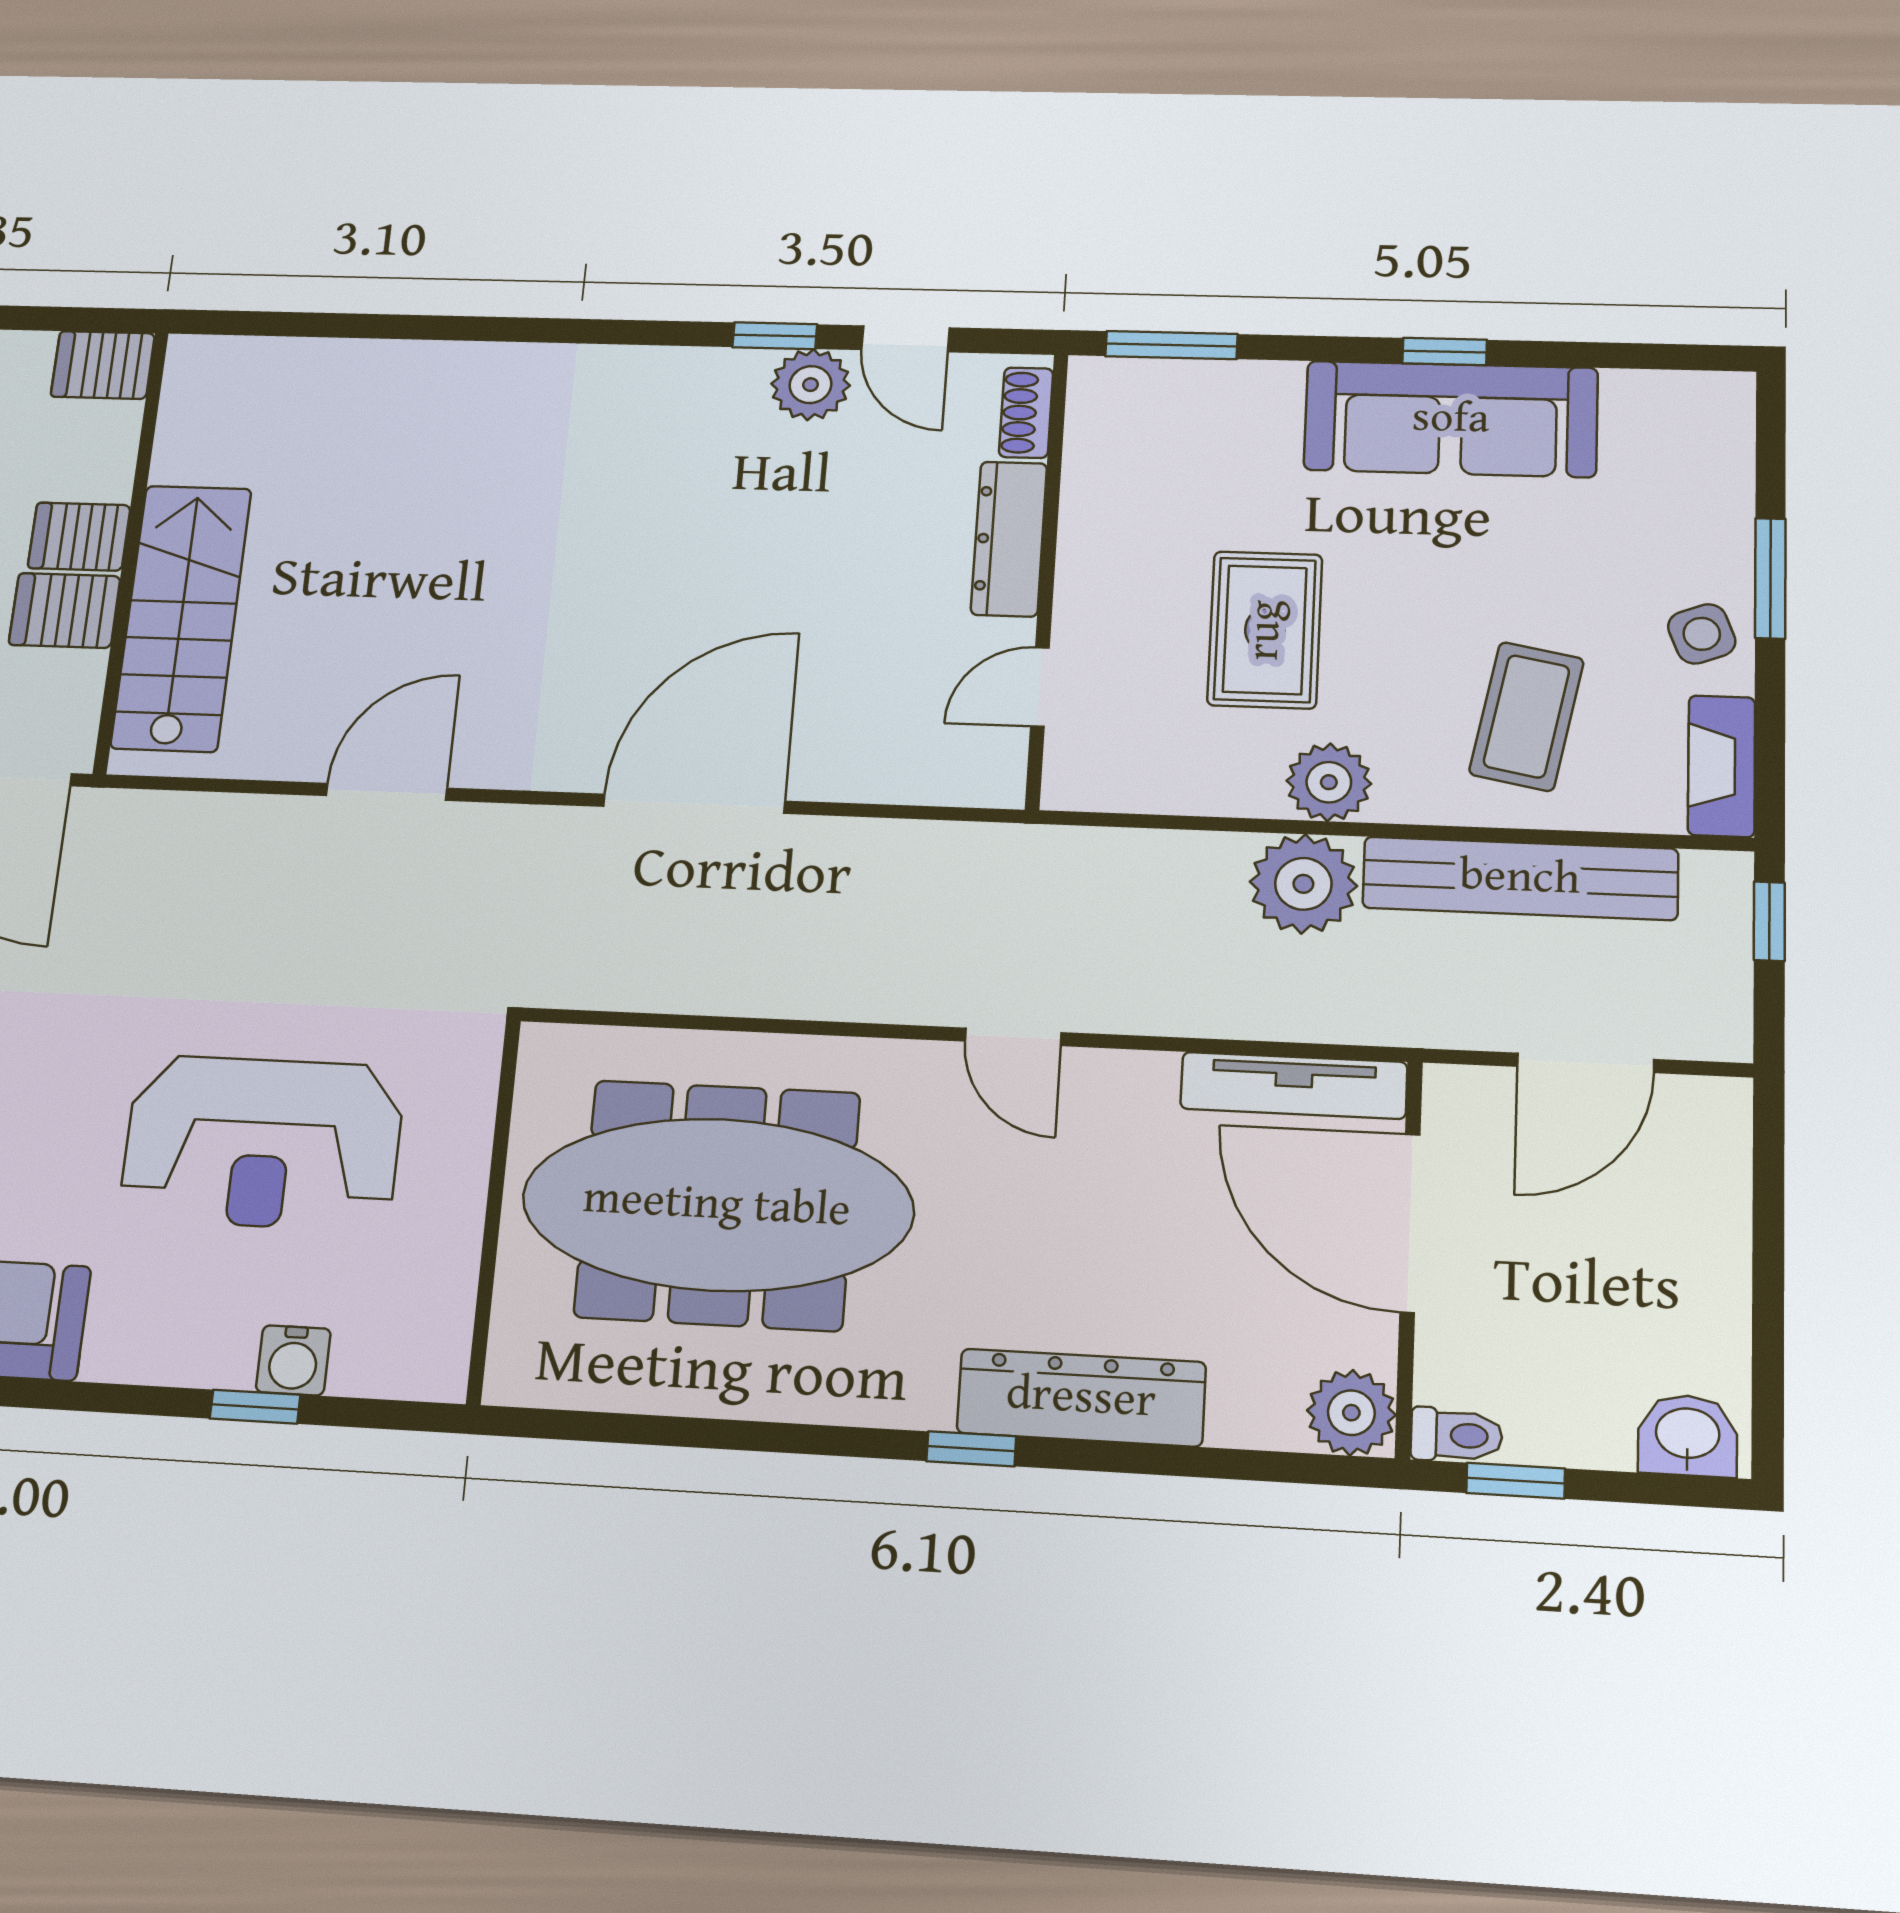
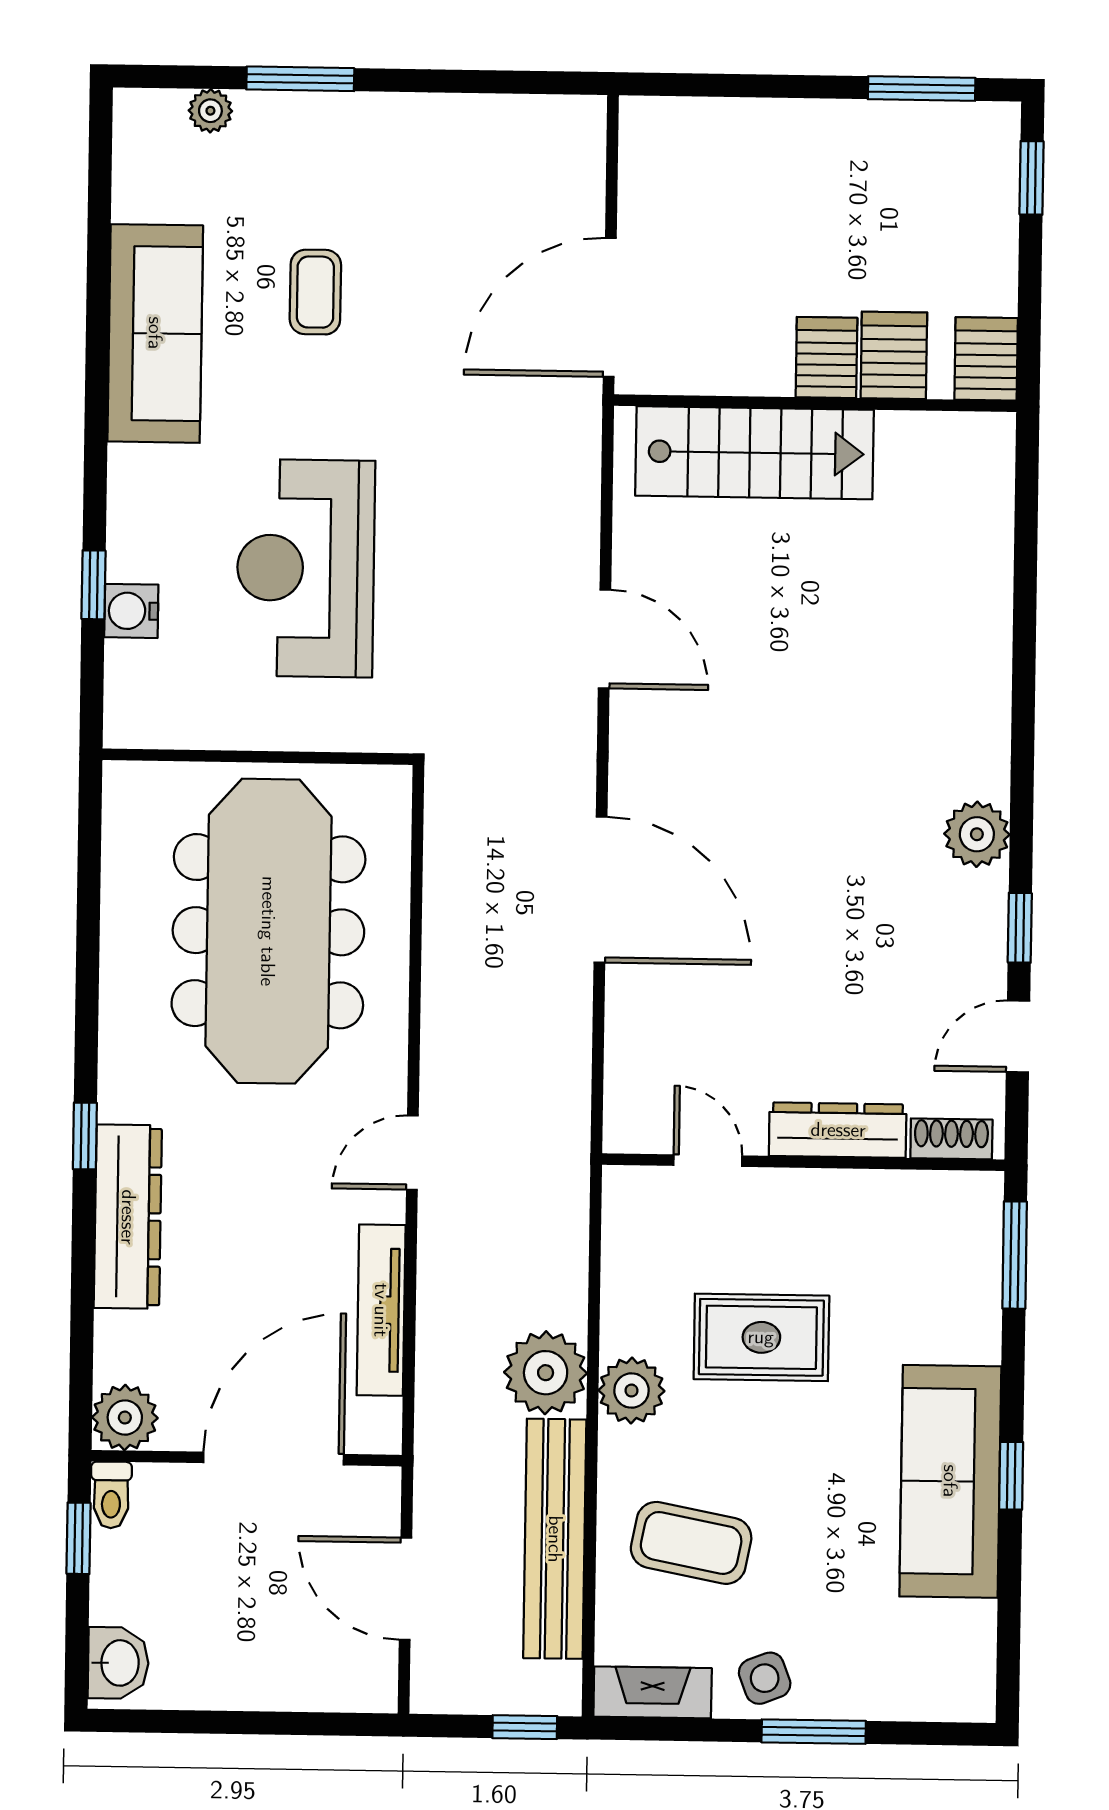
plant: (811, 385) -> (977, 834), moved
server rack: (65, 611) -> (894, 355), moved
tv unit: (1294, 1085) -> (381, 1310), moved

